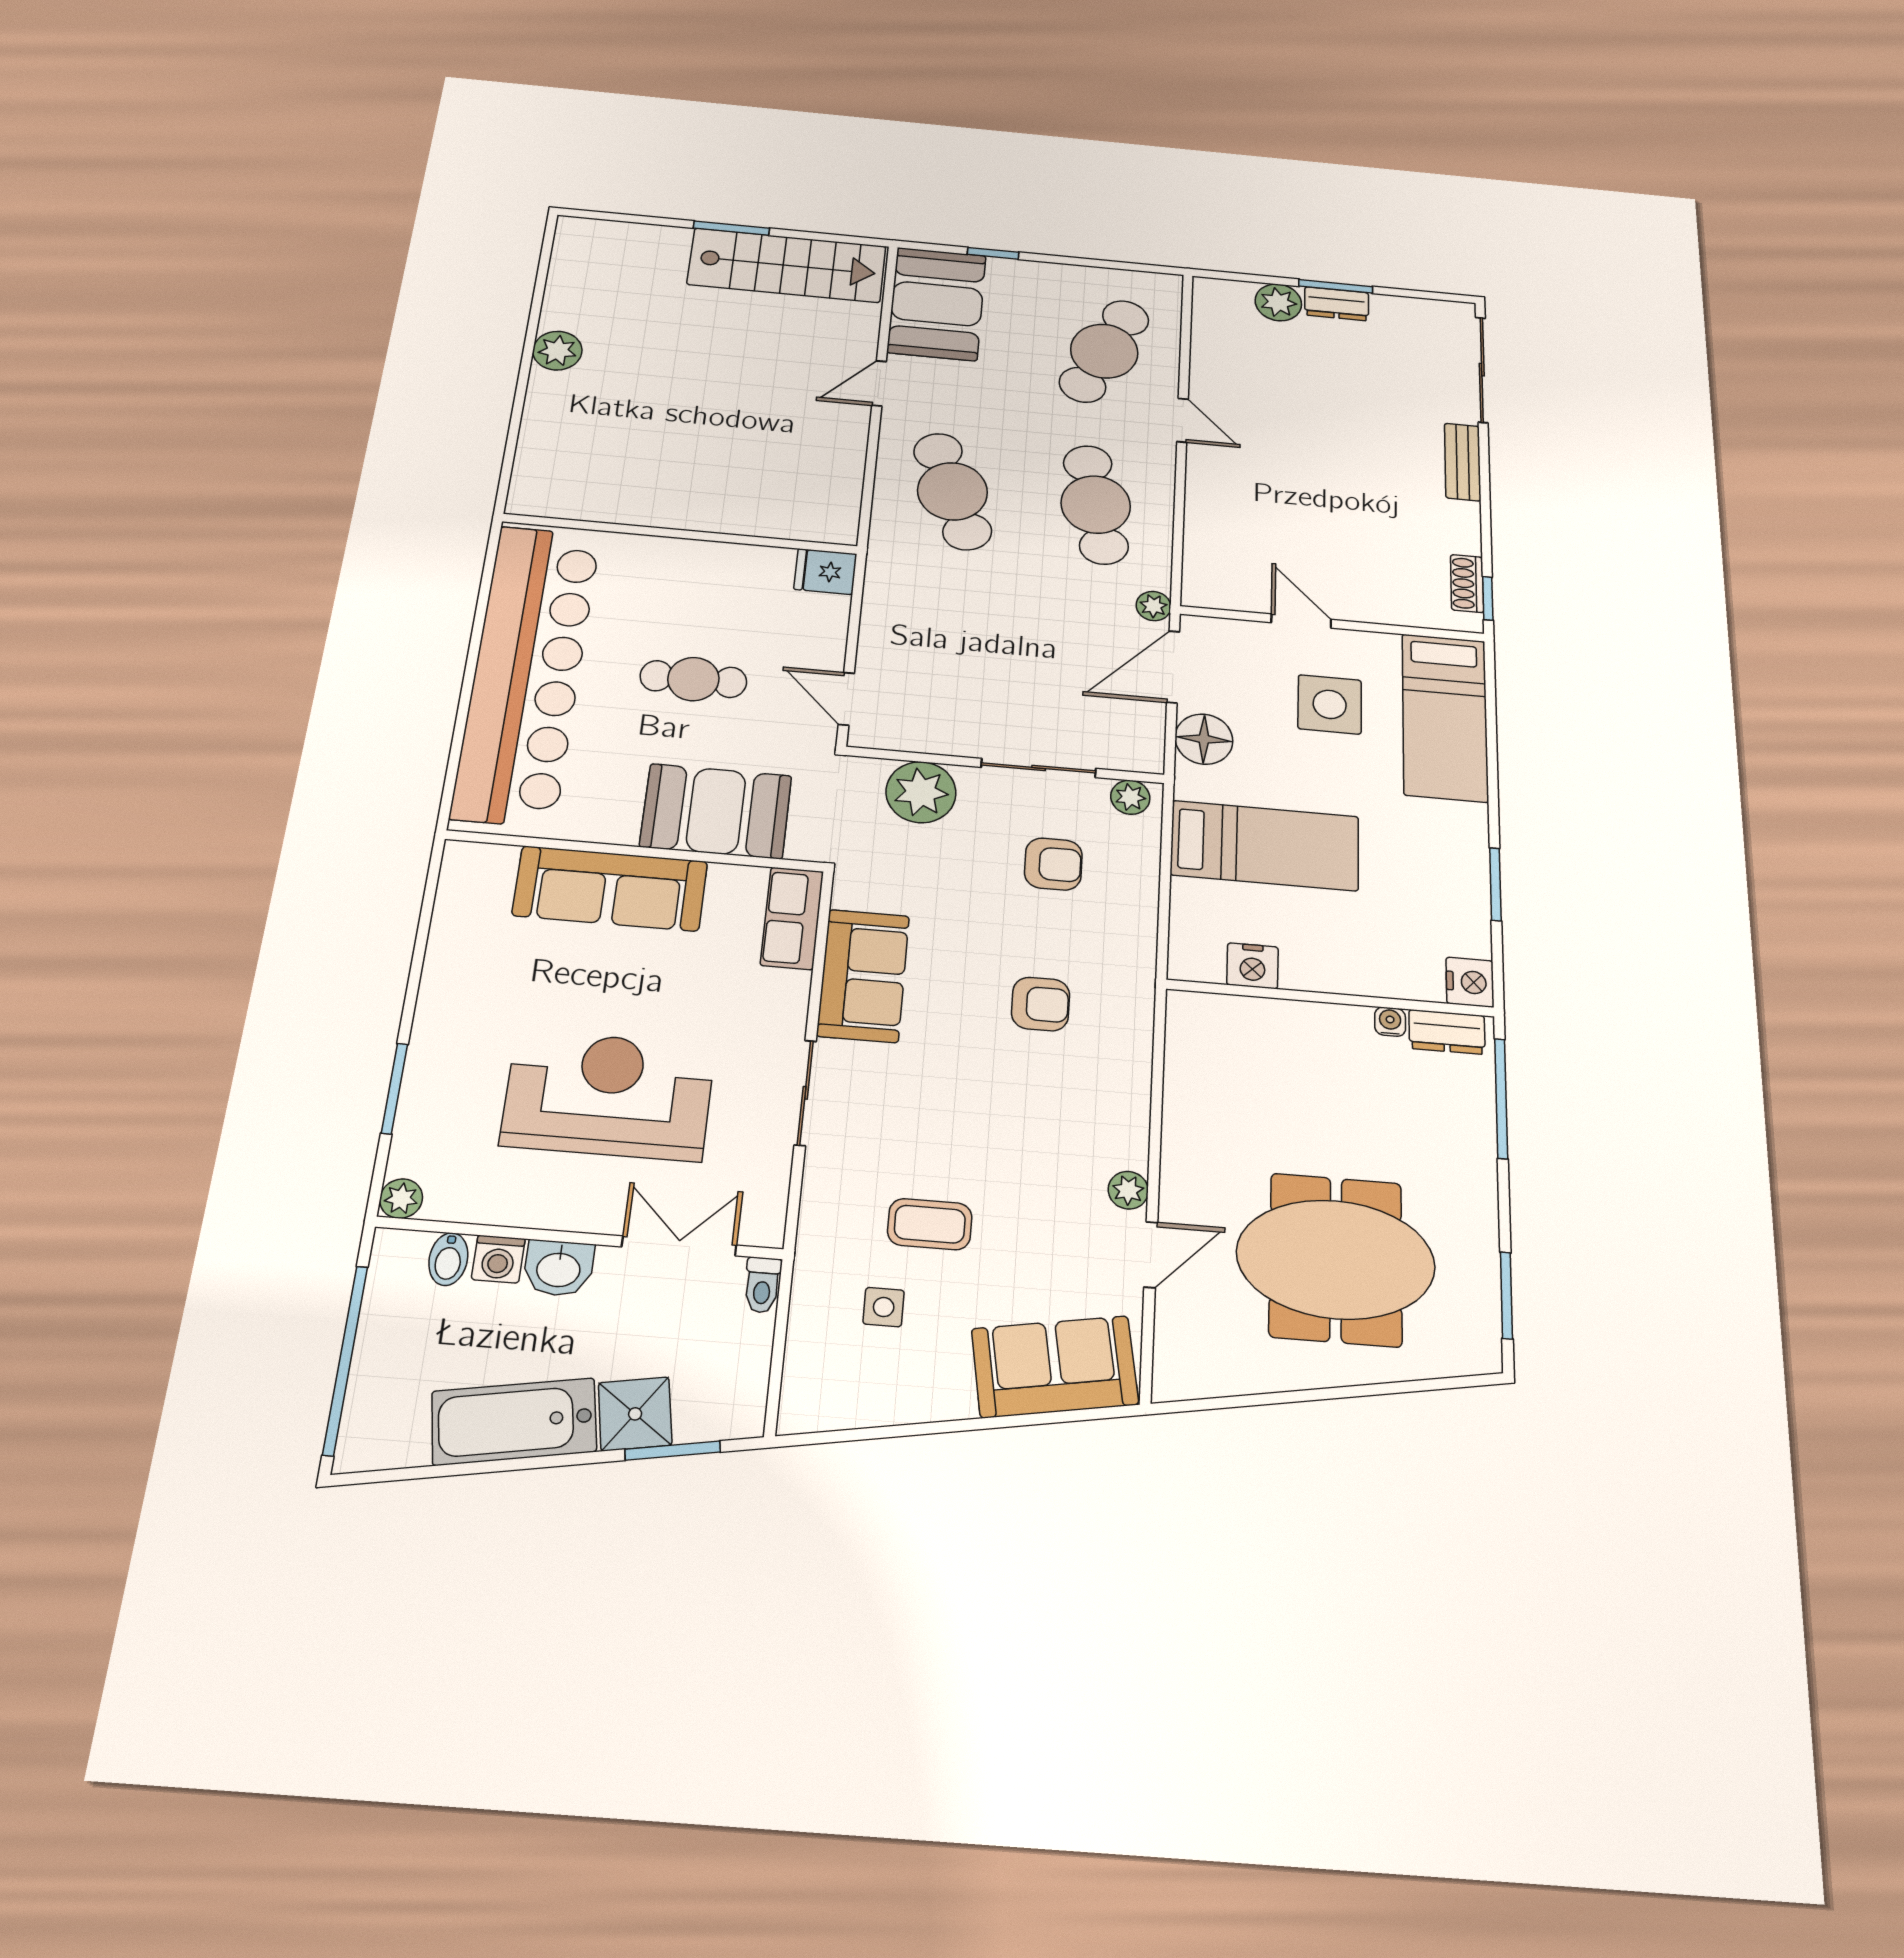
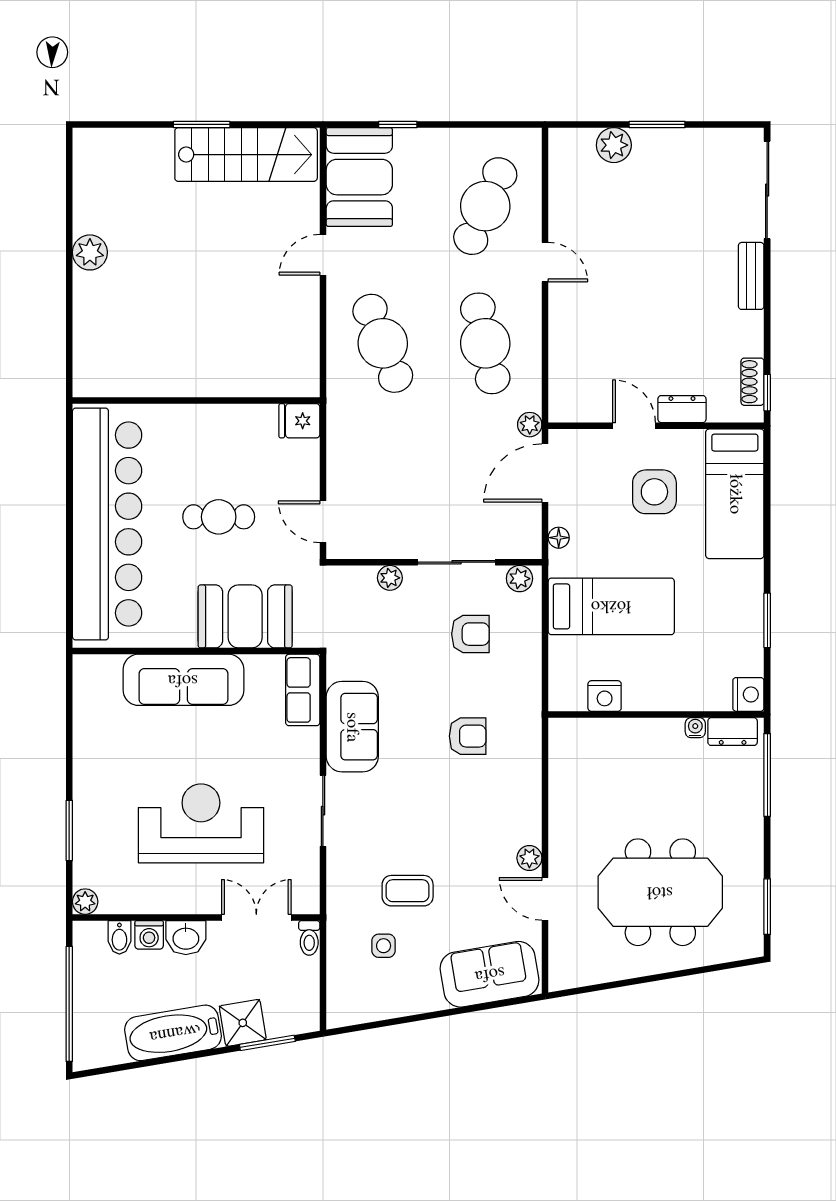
dresser: (1337, 304) -> (682, 409), moved, turned 180
floor lamp: (1204, 739) -> (559, 538), width x0.53, depth x0.53
plant: (921, 792) -> (390, 578), width x0.53, depth x0.53
door: (1151, 1255) -> (545, 899), swing flipped

